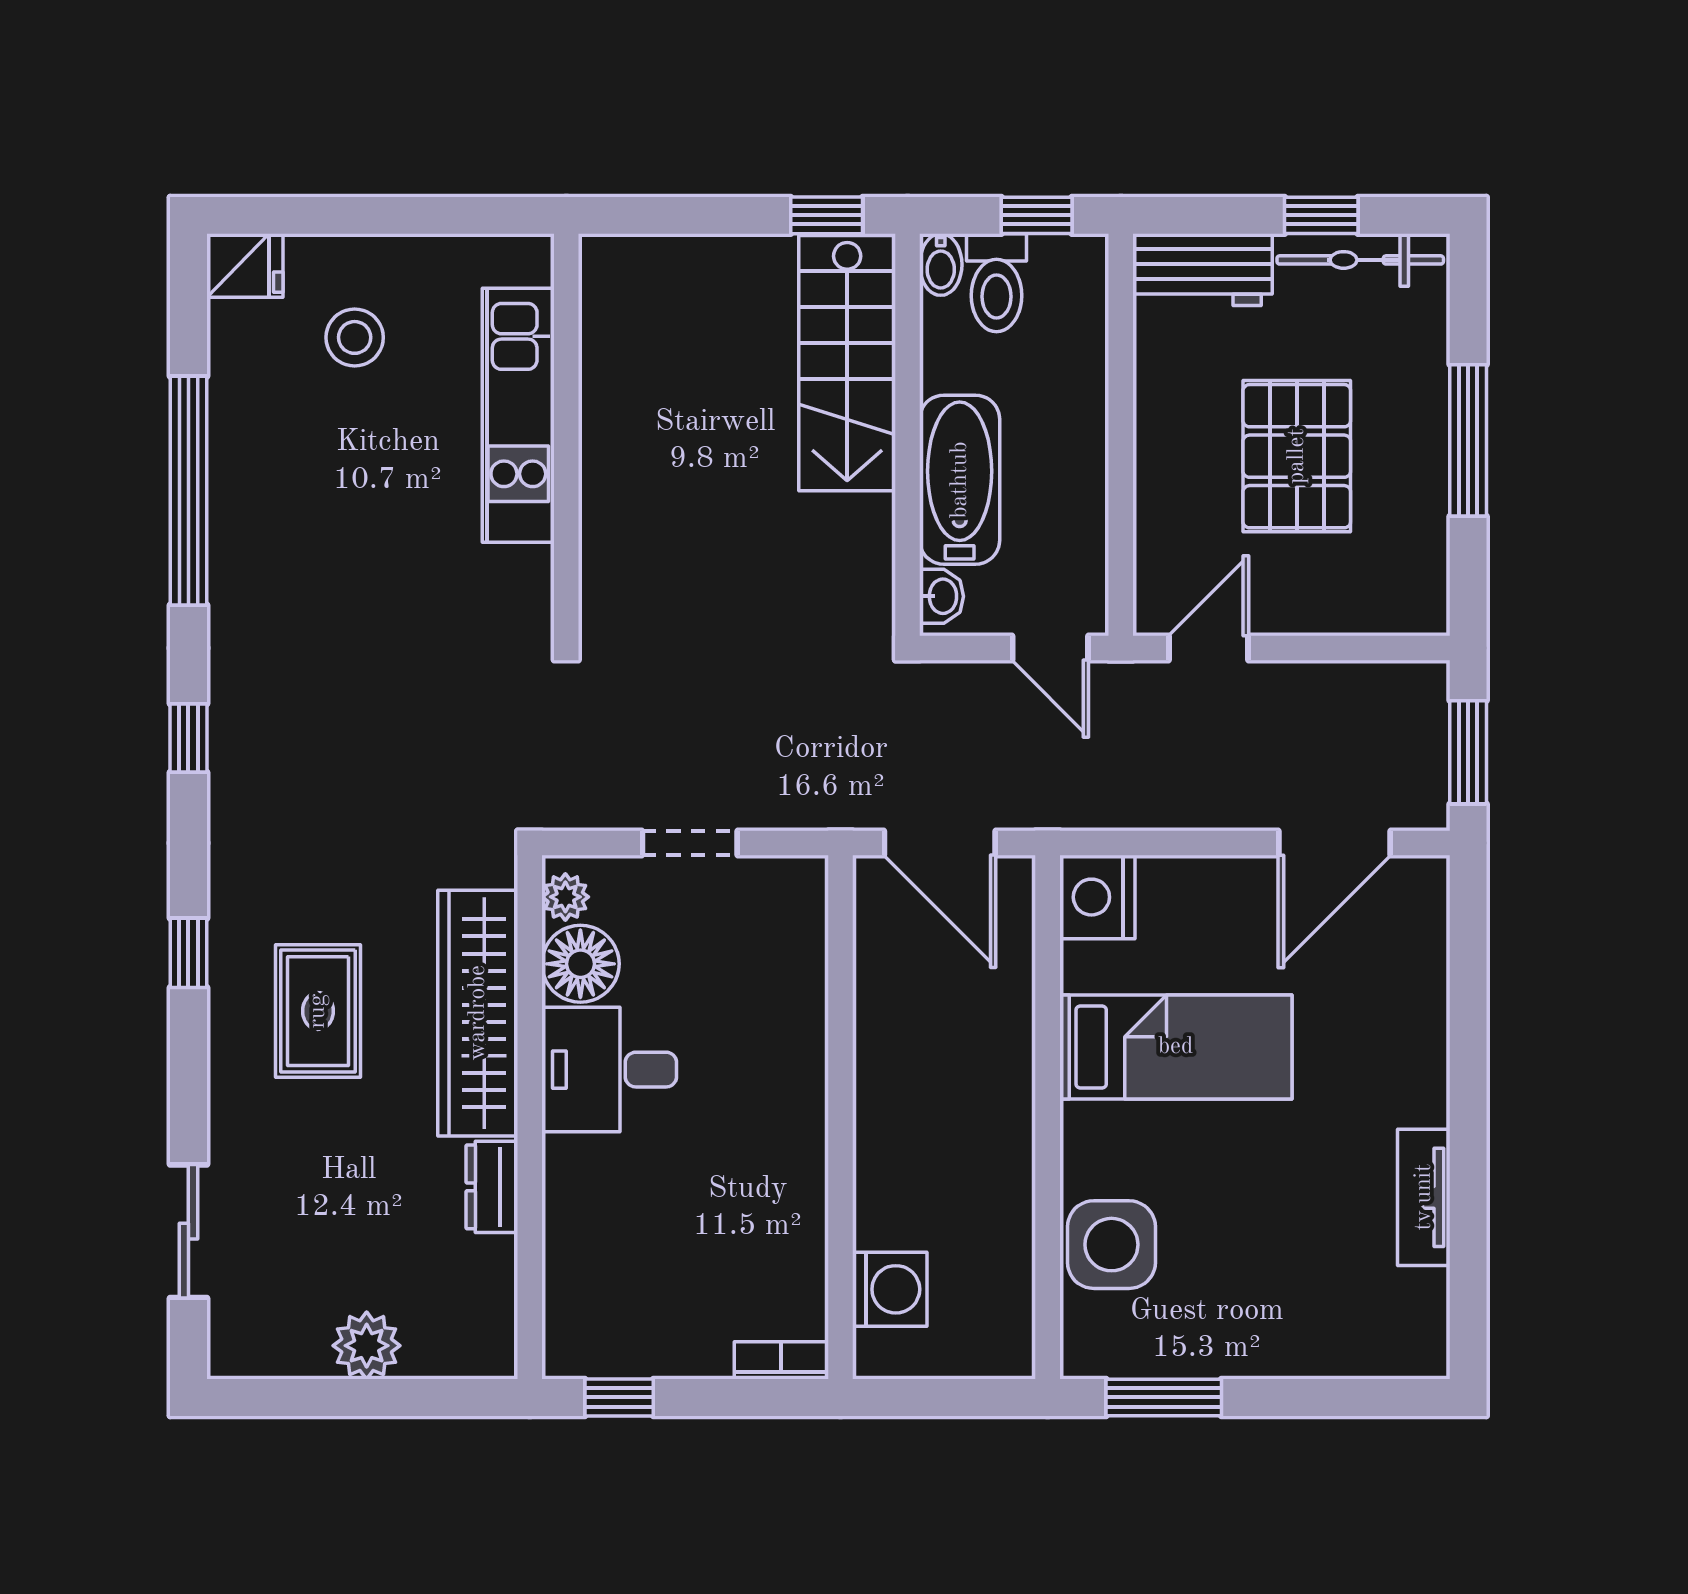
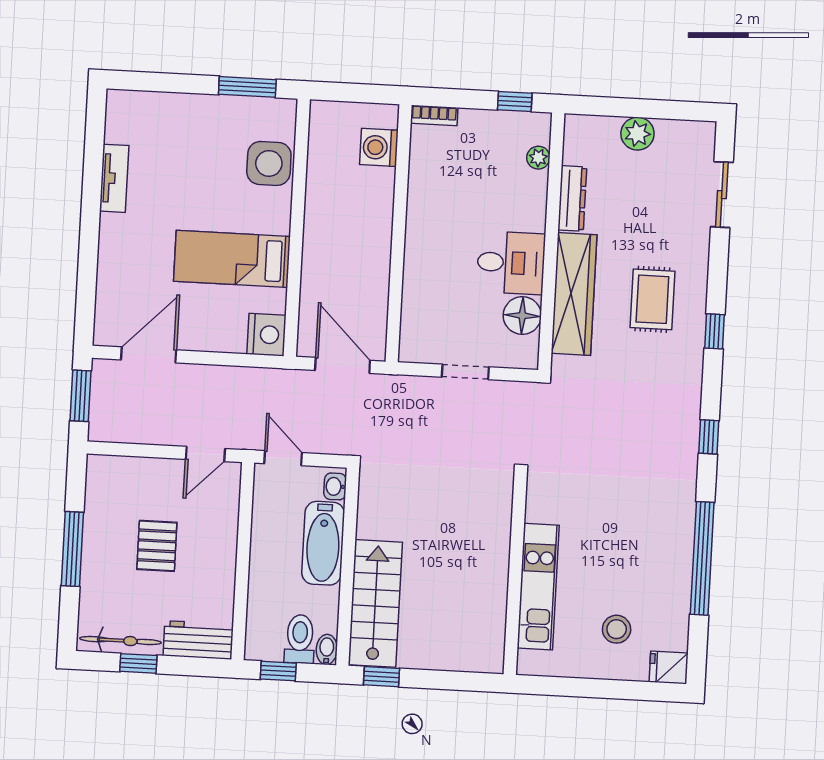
pallet: (1297, 456) -> (157, 546), width x0.67, depth x0.71
plant: (565, 897) -> (538, 158), moved
dresser: (492, 1187) -> (572, 198), width x1.44

